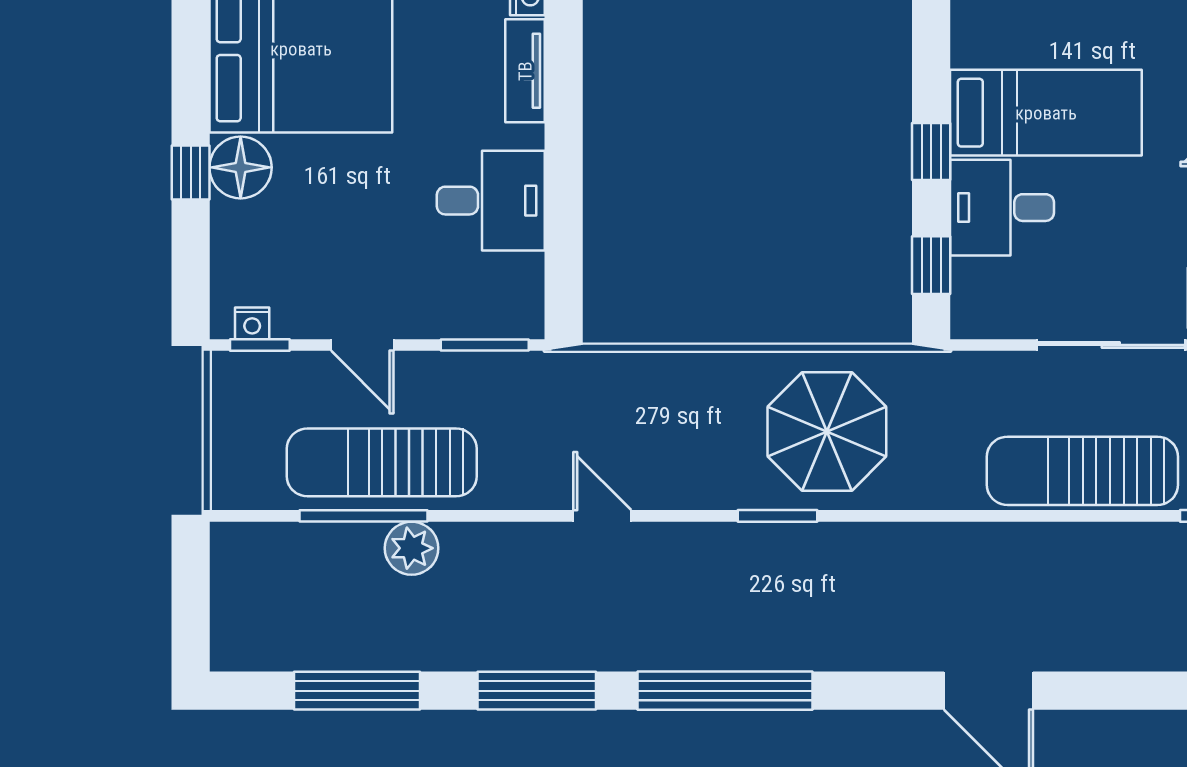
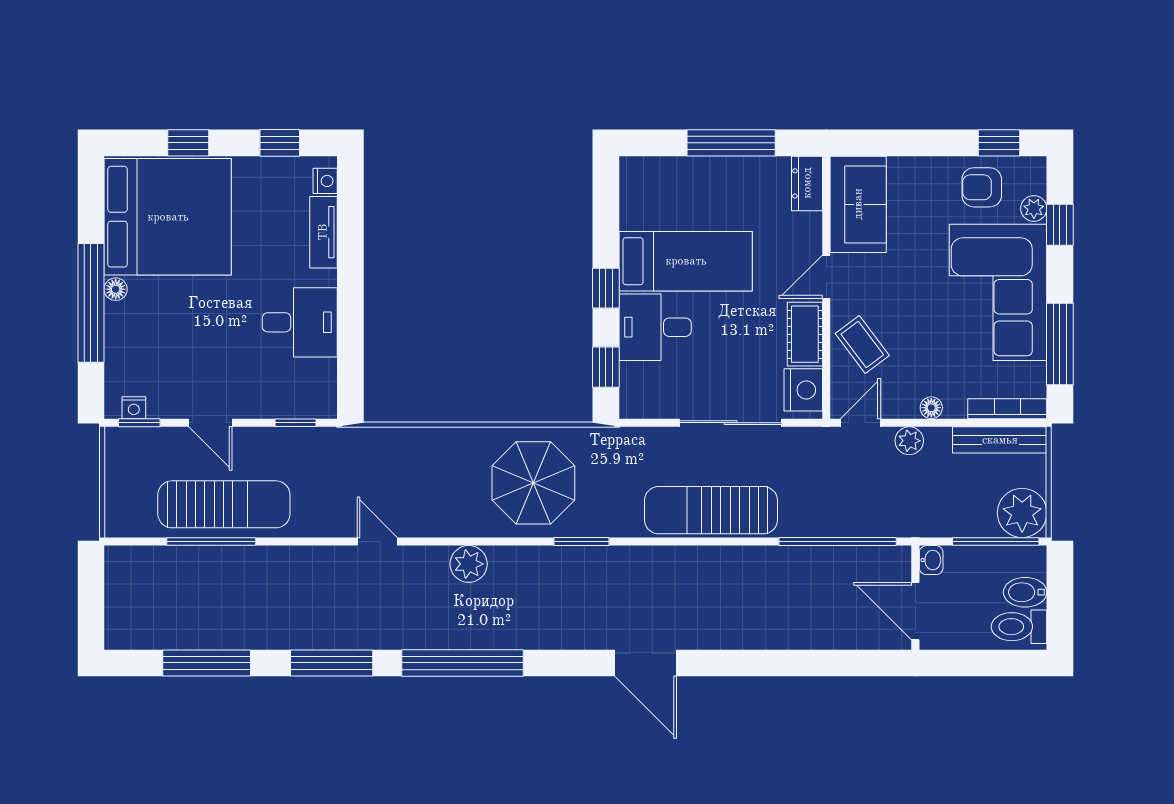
floor lamp: (241, 167) -> (116, 289), width x0.53, depth x0.53
window: (191, 172) -> (91, 303), width x3.17
window: (485, 345) -> (296, 423), width x0.67
sun lounger: (382, 462) -> (224, 504), turned 180
window: (778, 516) -> (582, 542), moved
plant: (412, 548) -> (469, 564), moved

